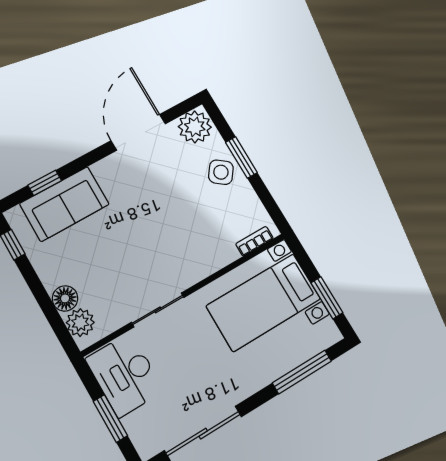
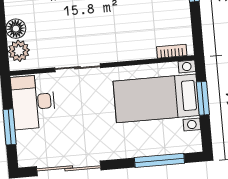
window: (327, 298) -> (203, 98), moved

